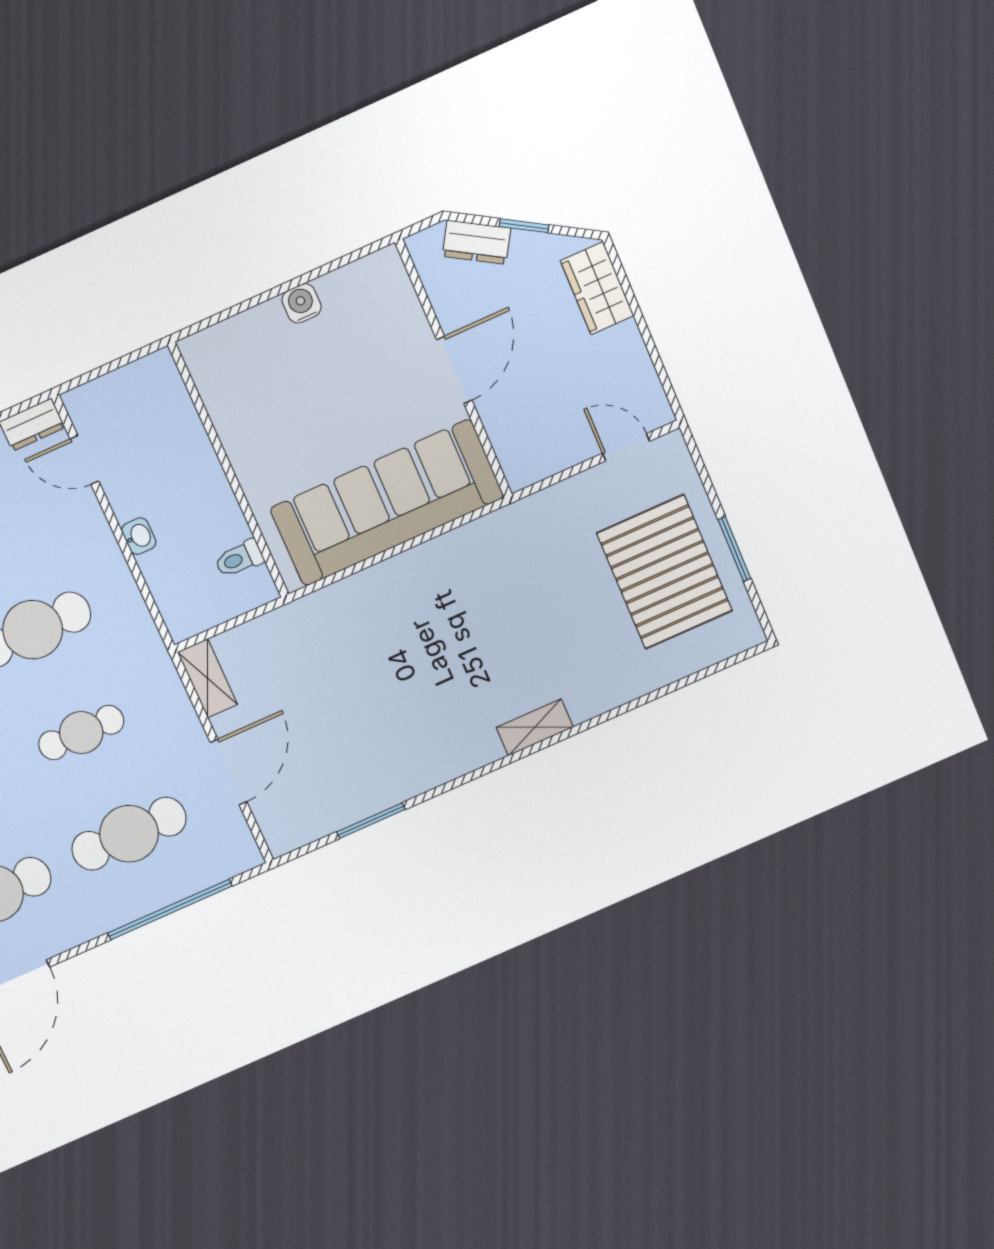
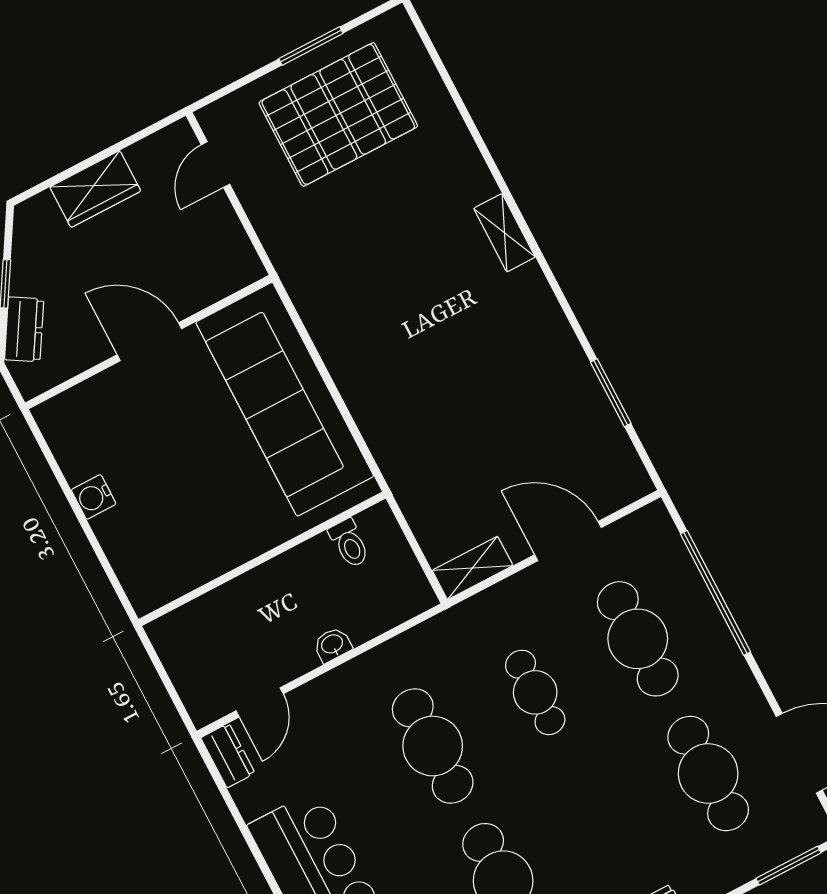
wardrobe: (597, 288) -> (95, 189), moved

